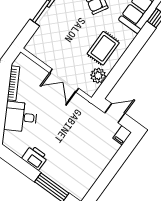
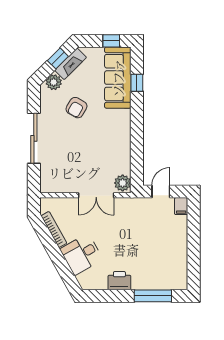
rug: (103, 48) -> (110, 142), removed
plant: (98, 76) -> (123, 183), moved

